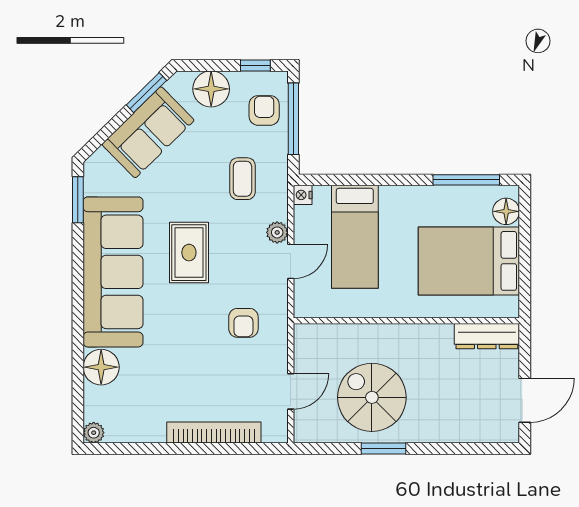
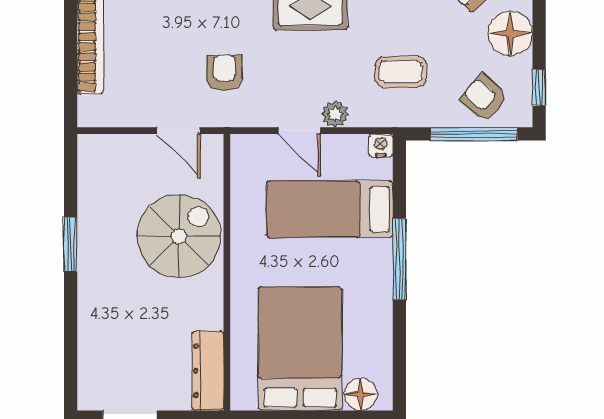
armchair: (264, 110) -> (484, 98), turned -139
window: (466, 180) -> (399, 259), moved
armchair: (243, 323) -> (224, 73), turned 90
door: (291, 391) -> (179, 131), moved
spiral stairs: (372, 397) -> (179, 236), moved

